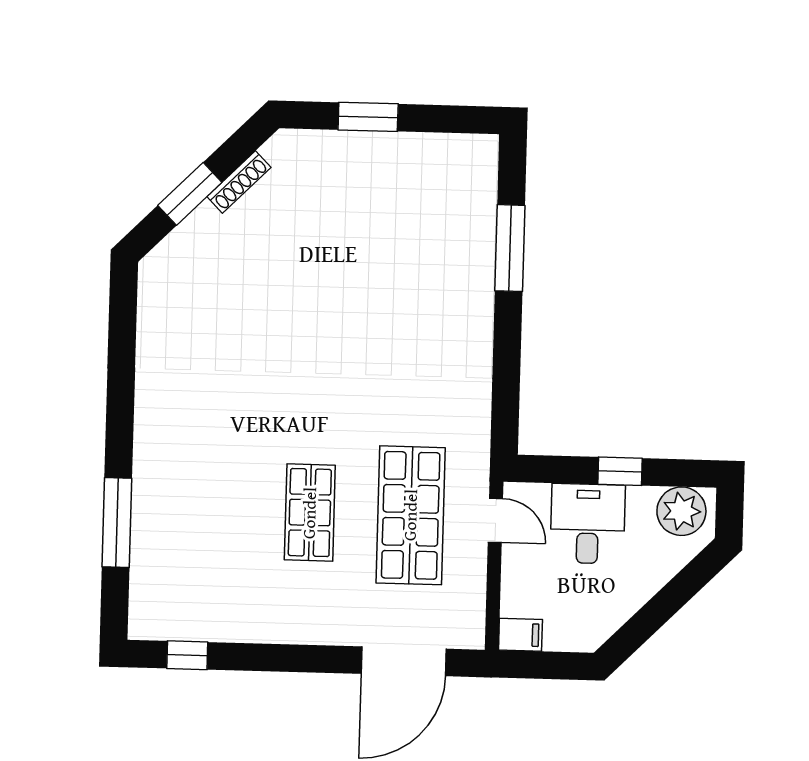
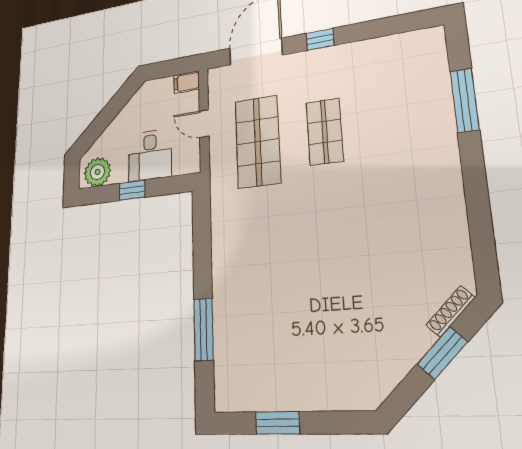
window: (368, 117) -> (277, 423), moved
shoe rack: (239, 182) -> (450, 311), moved
door: (495, 520) -> (204, 124), moved
window: (187, 655) -> (320, 39), moved

